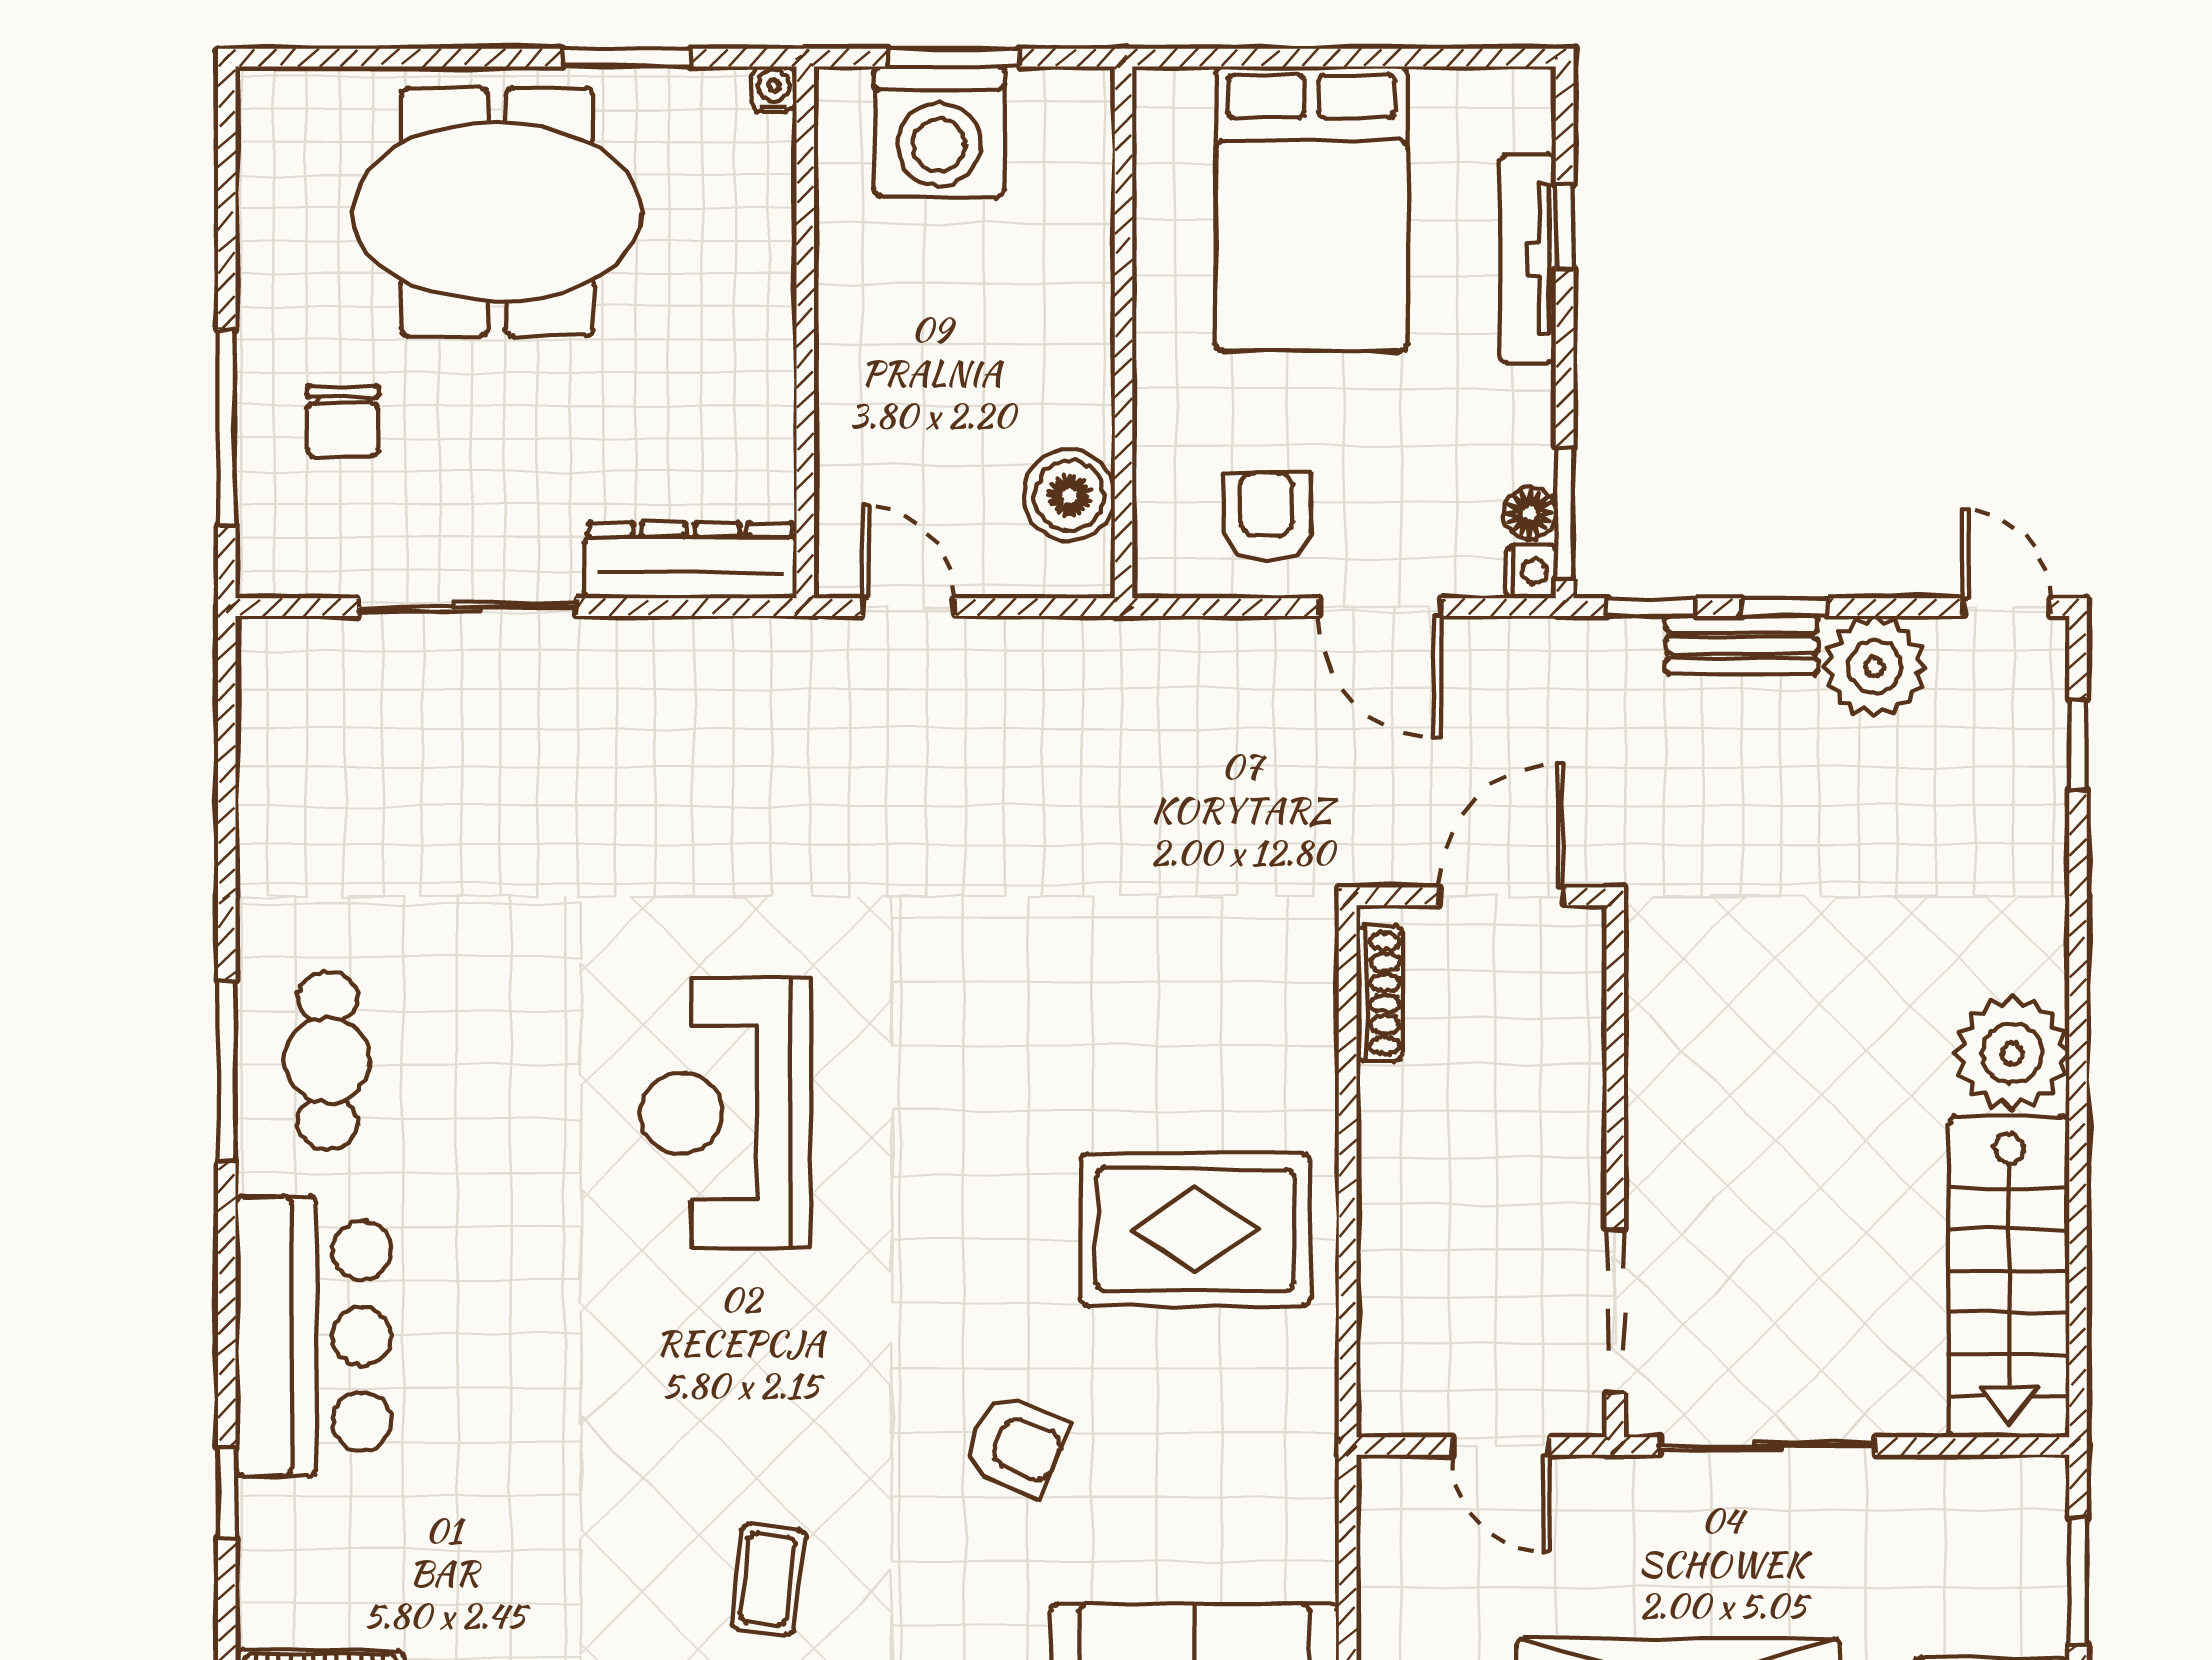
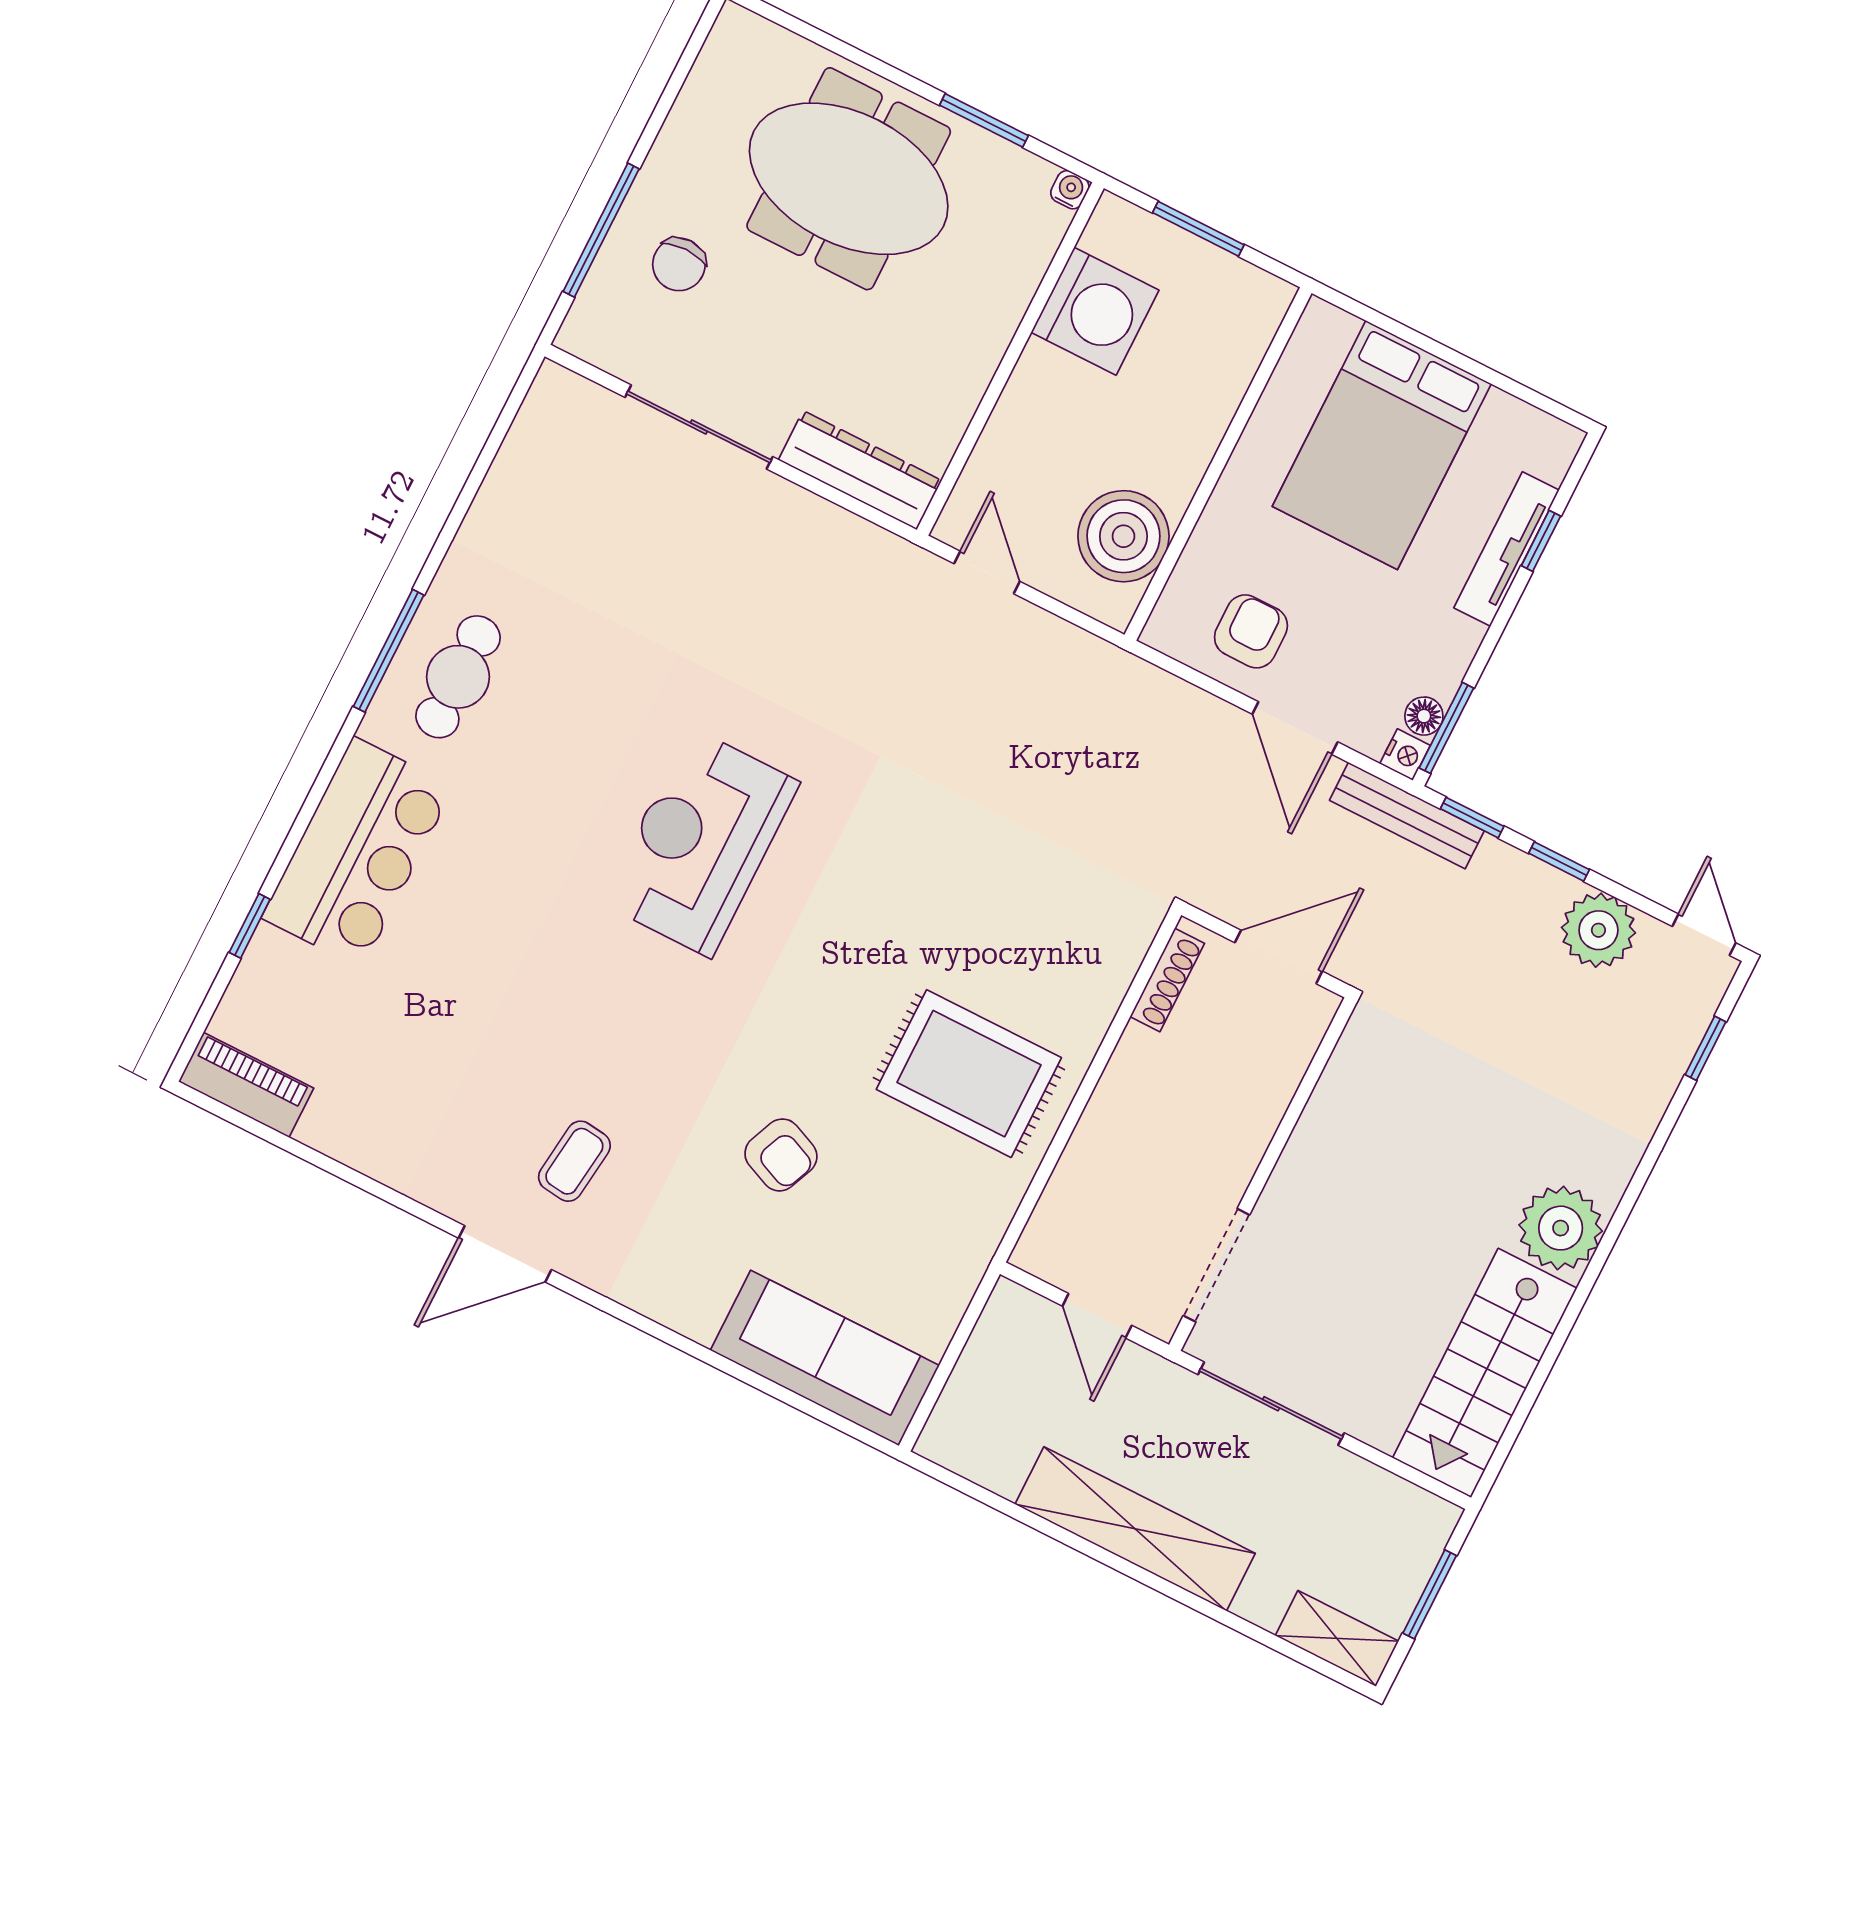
washing machine: (939, 132) -> (1095, 311), moved, turned -90
boiler: (1069, 496) -> (1123, 536), width x1.37, depth x1.37
bench: (1742, 645) -> (1407, 816), moved, width x1.36

